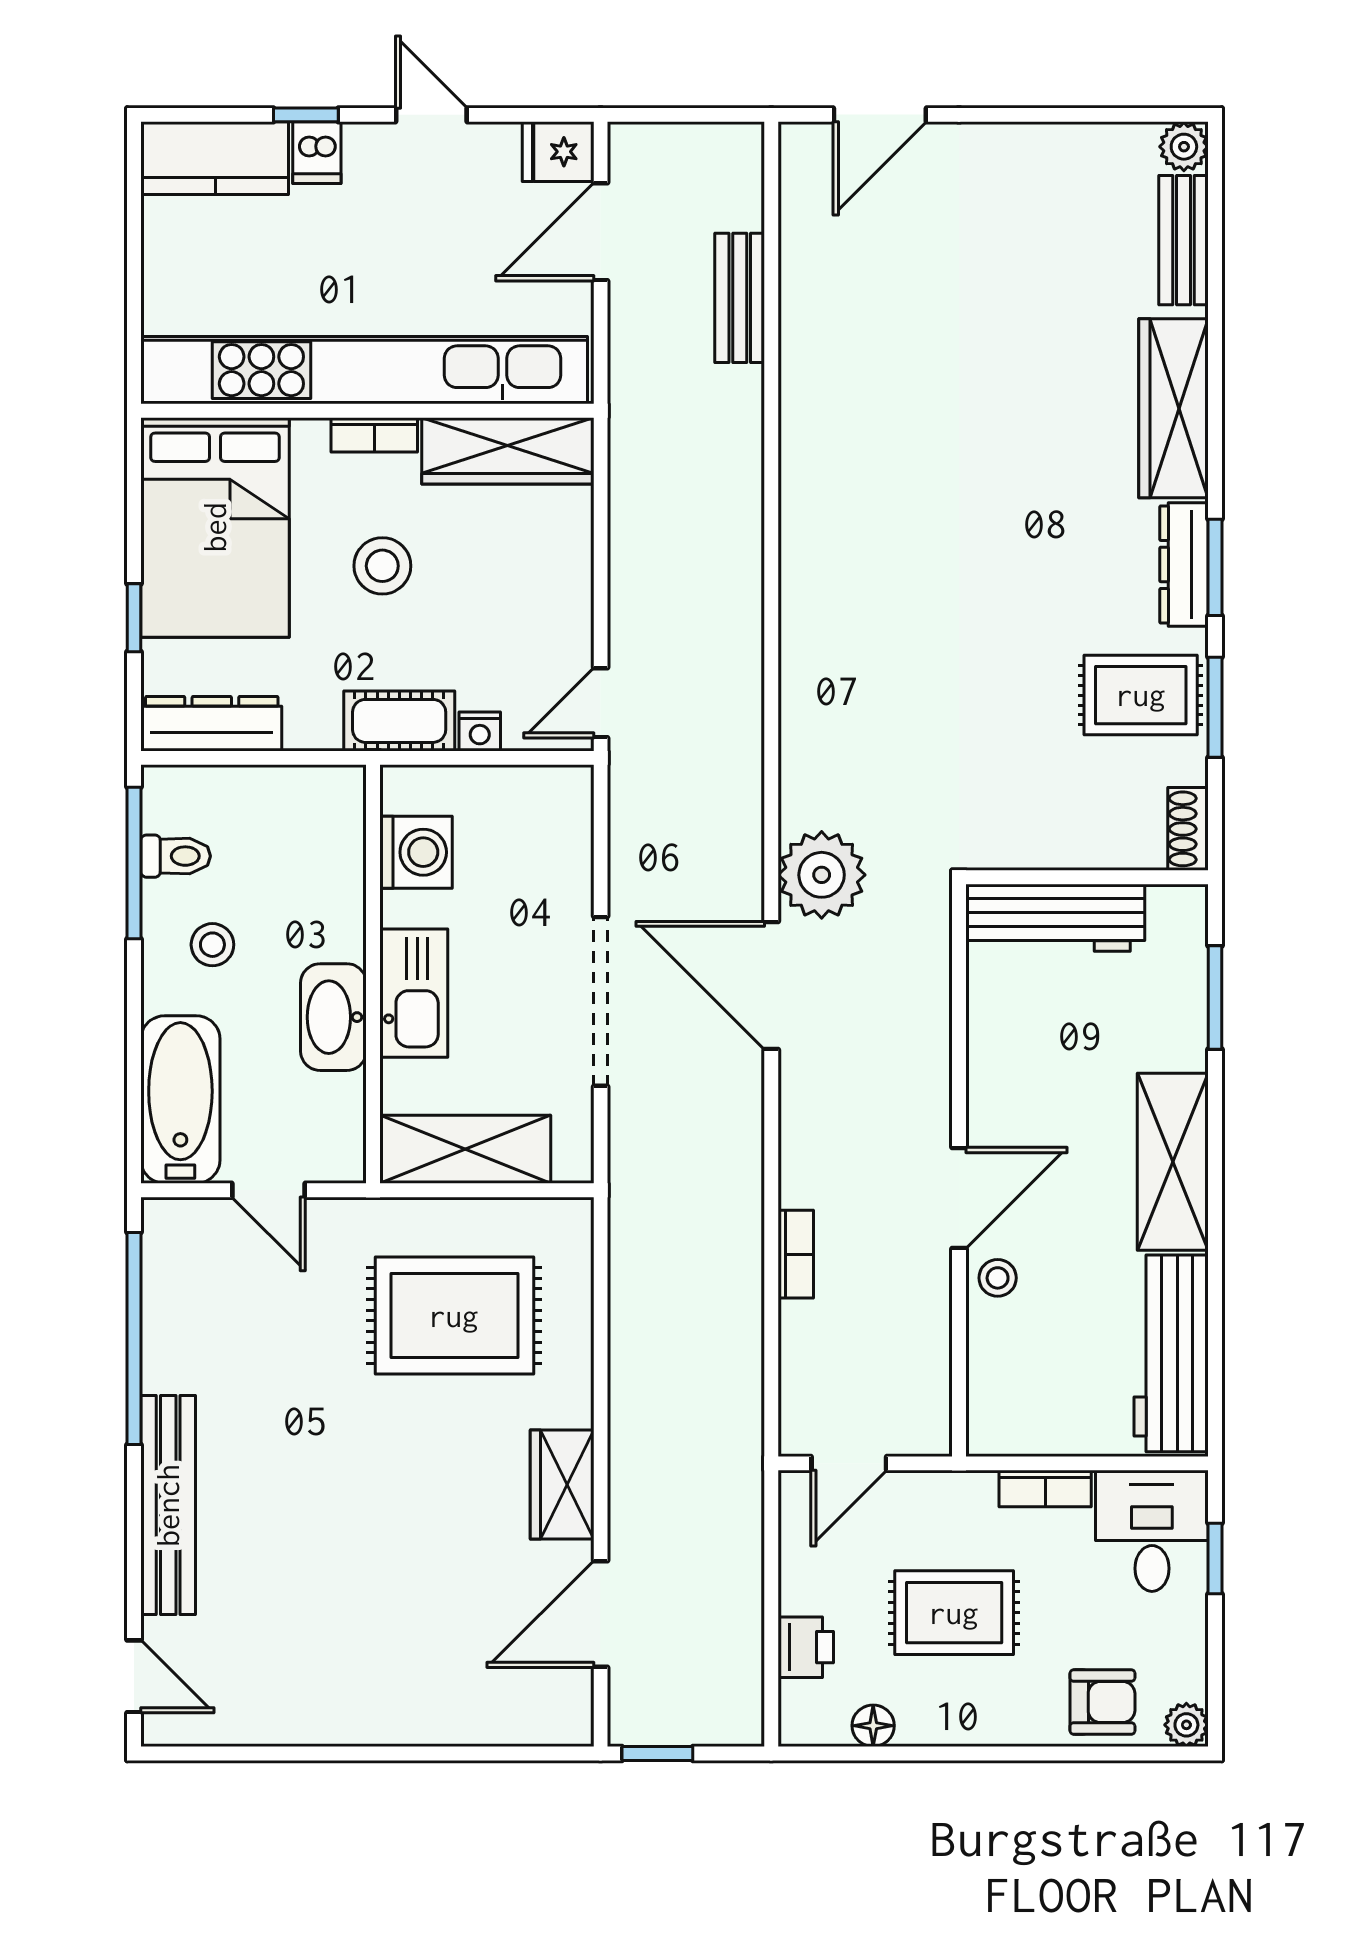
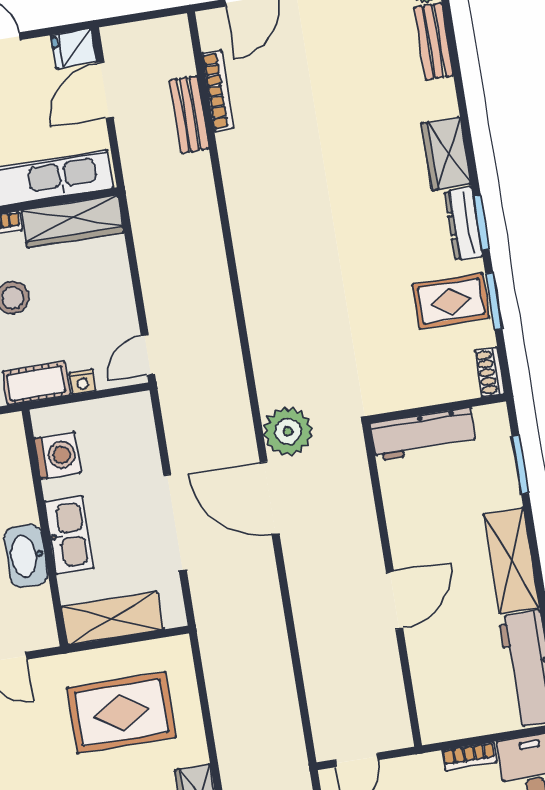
wardrobe: (1174, 408) -> (446, 154), width x0.67
bookcase: (796, 1254) -> (218, 91), moved, width x1.56
stool: (998, 1278) -> (424, 642), removed

